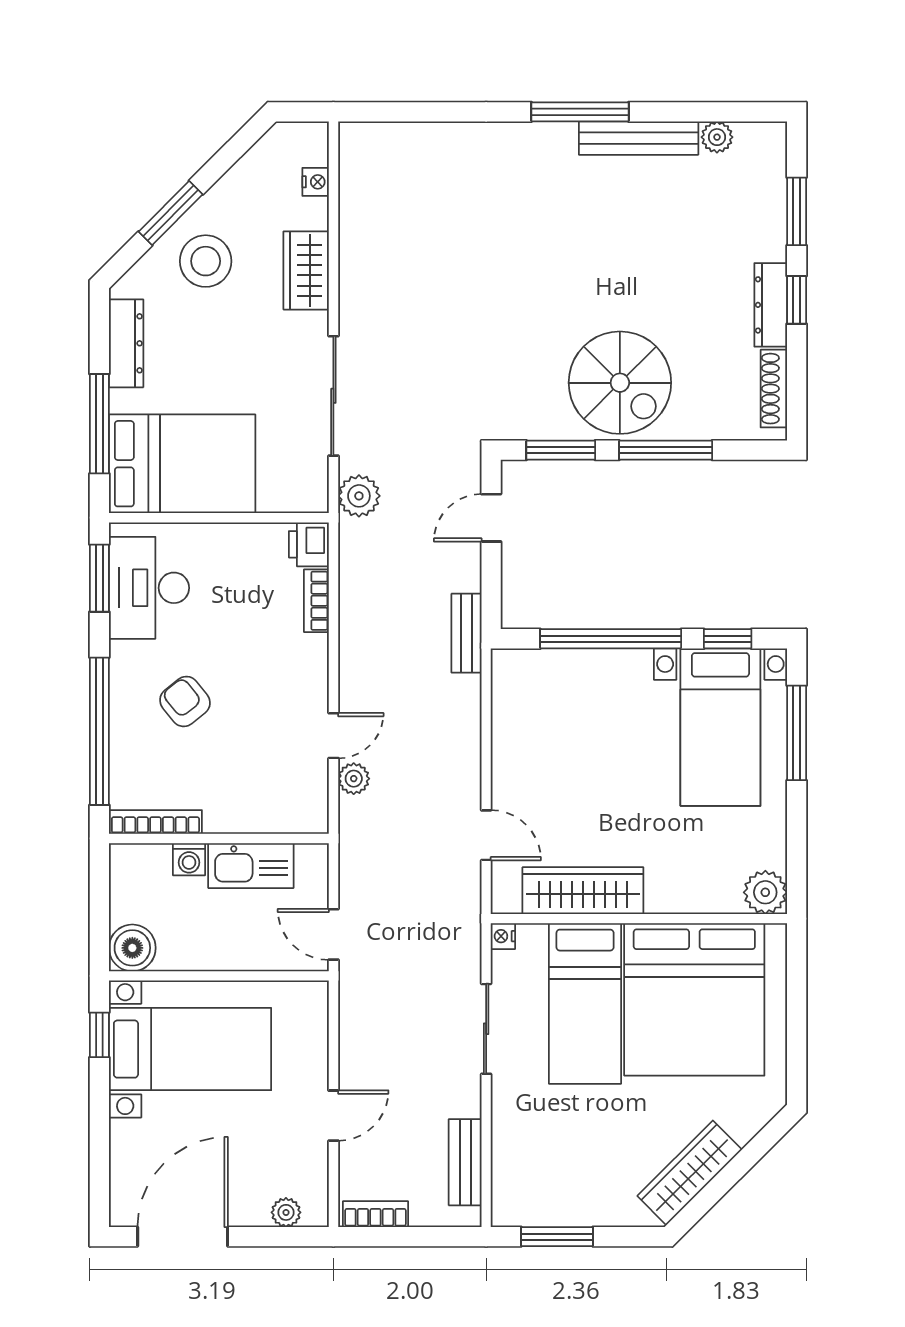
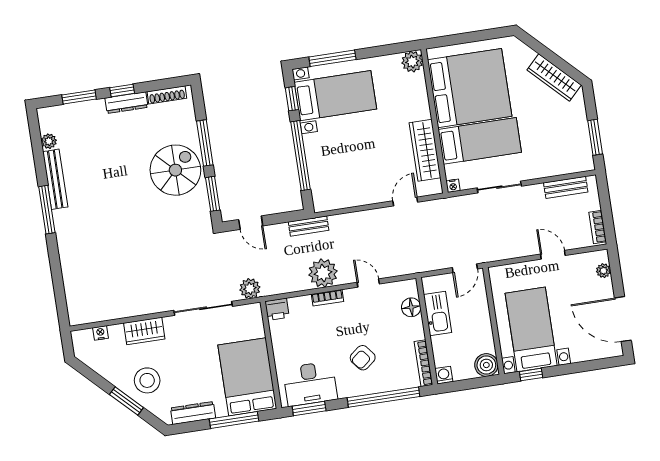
bookcase: (316, 601) -> (328, 298), moved
plant: (354, 779) -> (323, 273), moved, width x1.88, depth x1.88
floor lamp: (271, 814) -> (411, 307), added
washing machine: (189, 859) -> (444, 375), moved, turned -90

